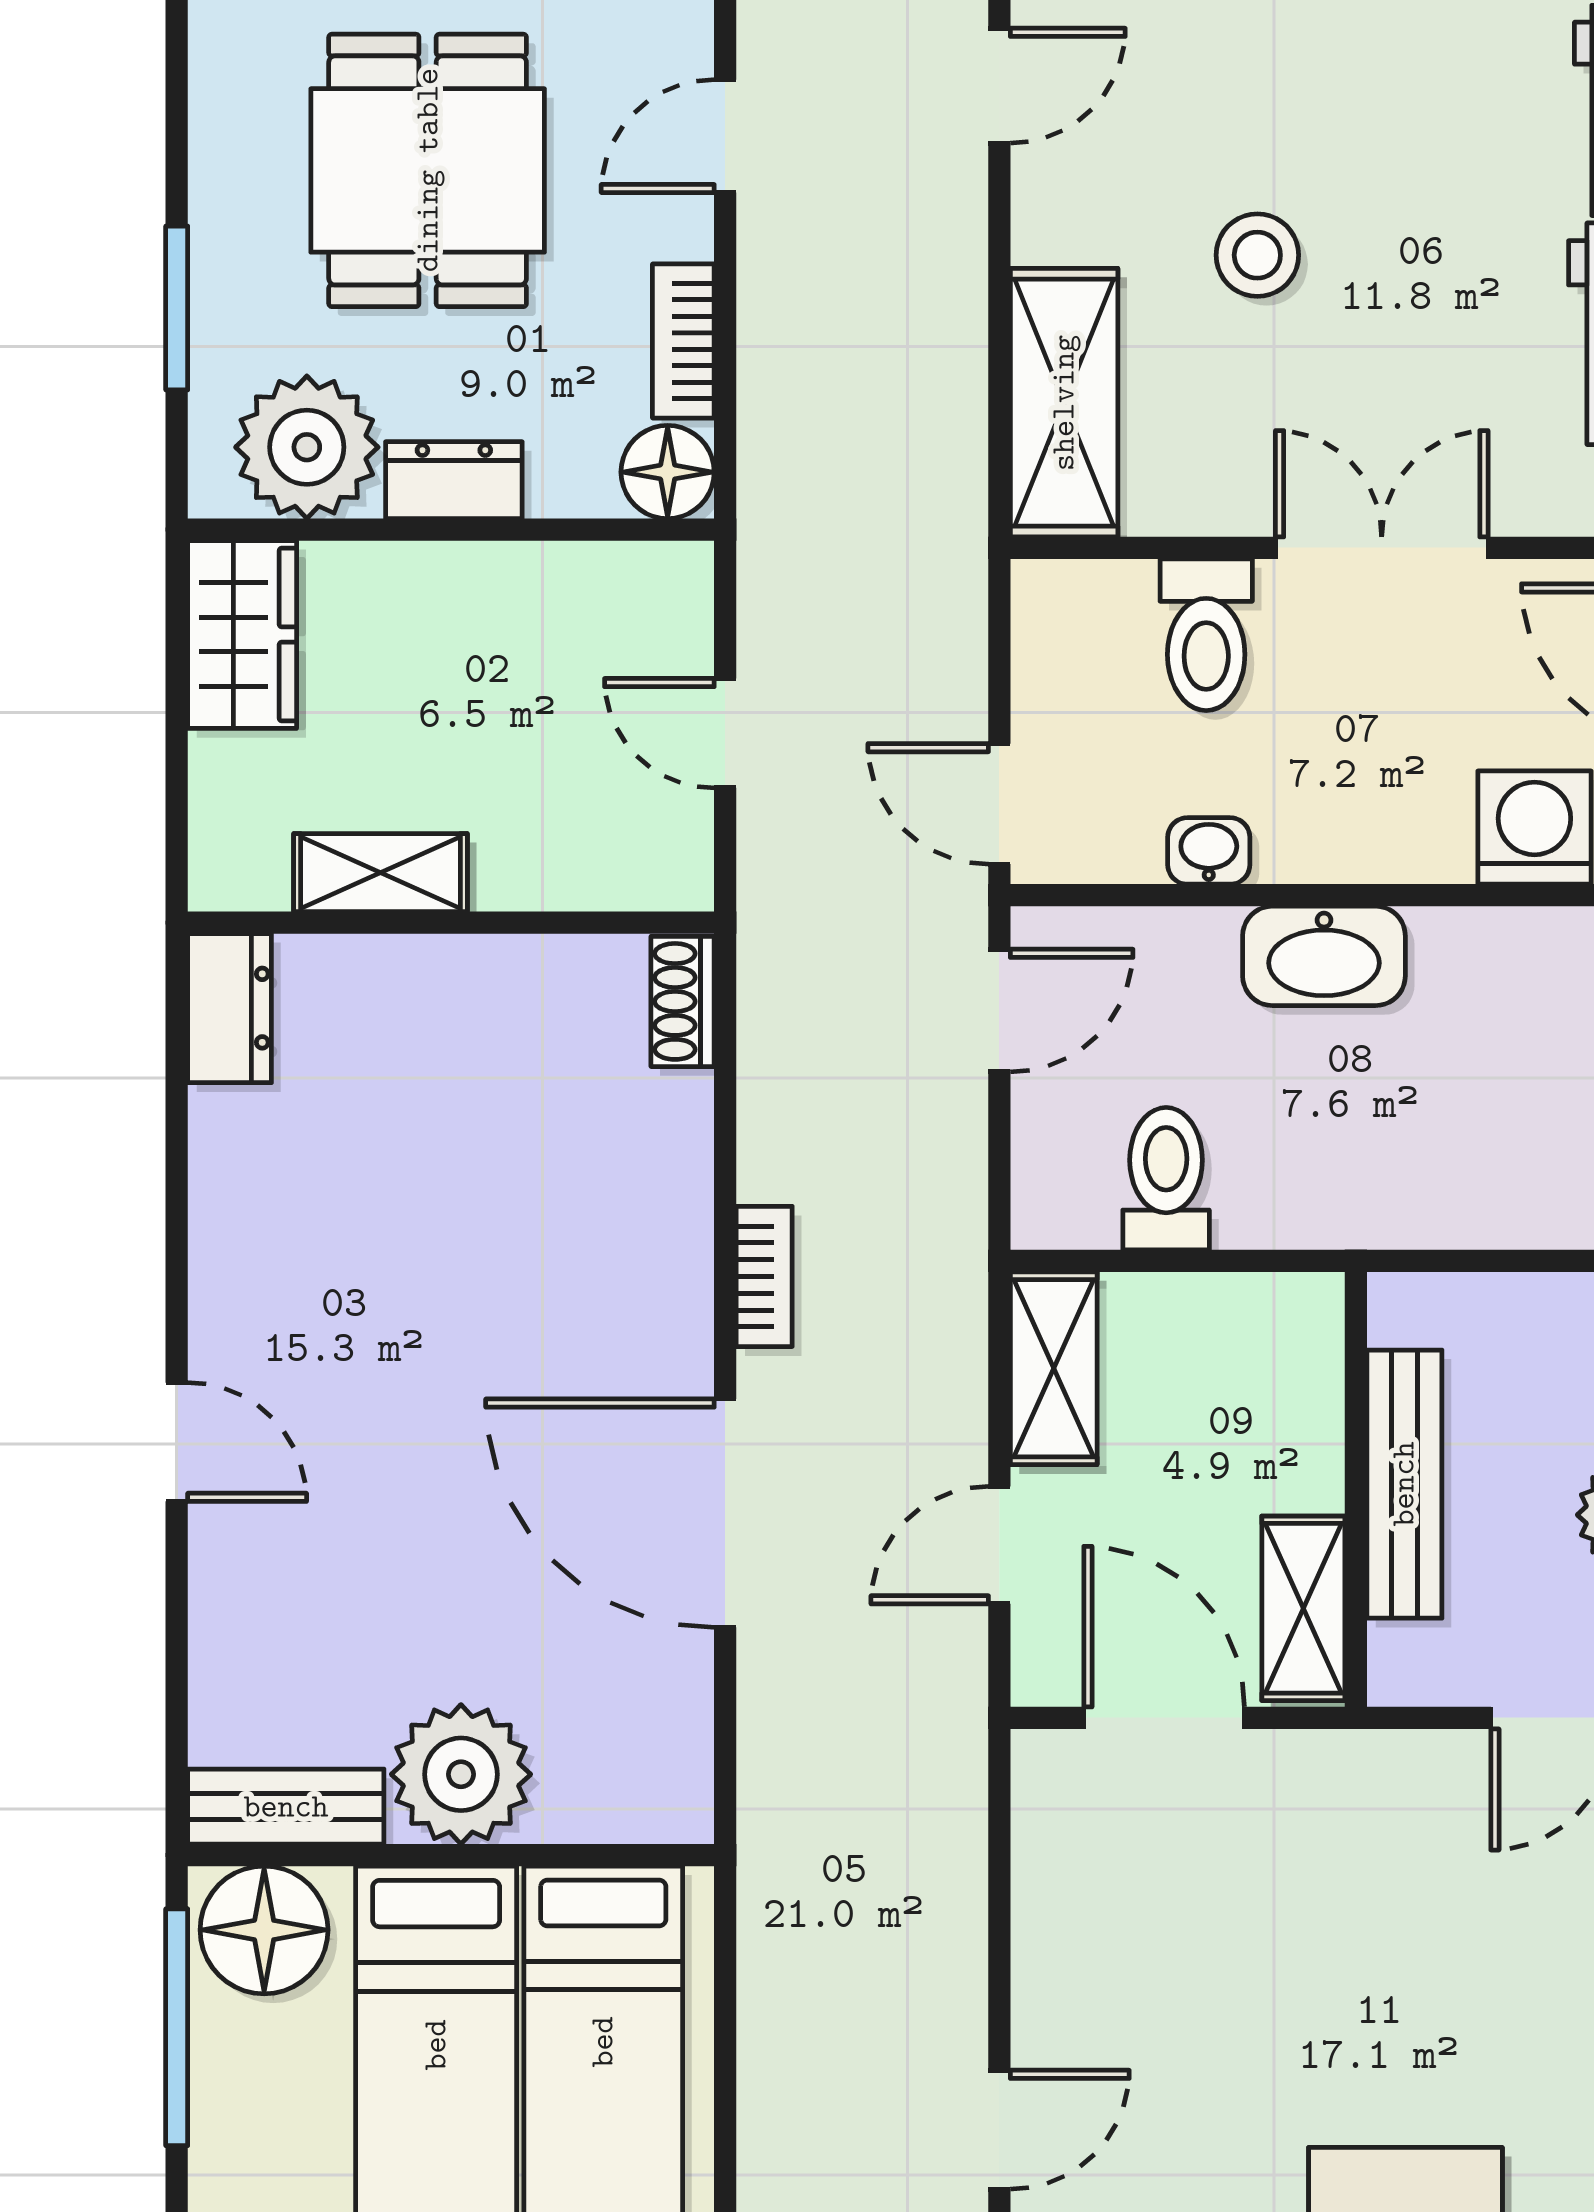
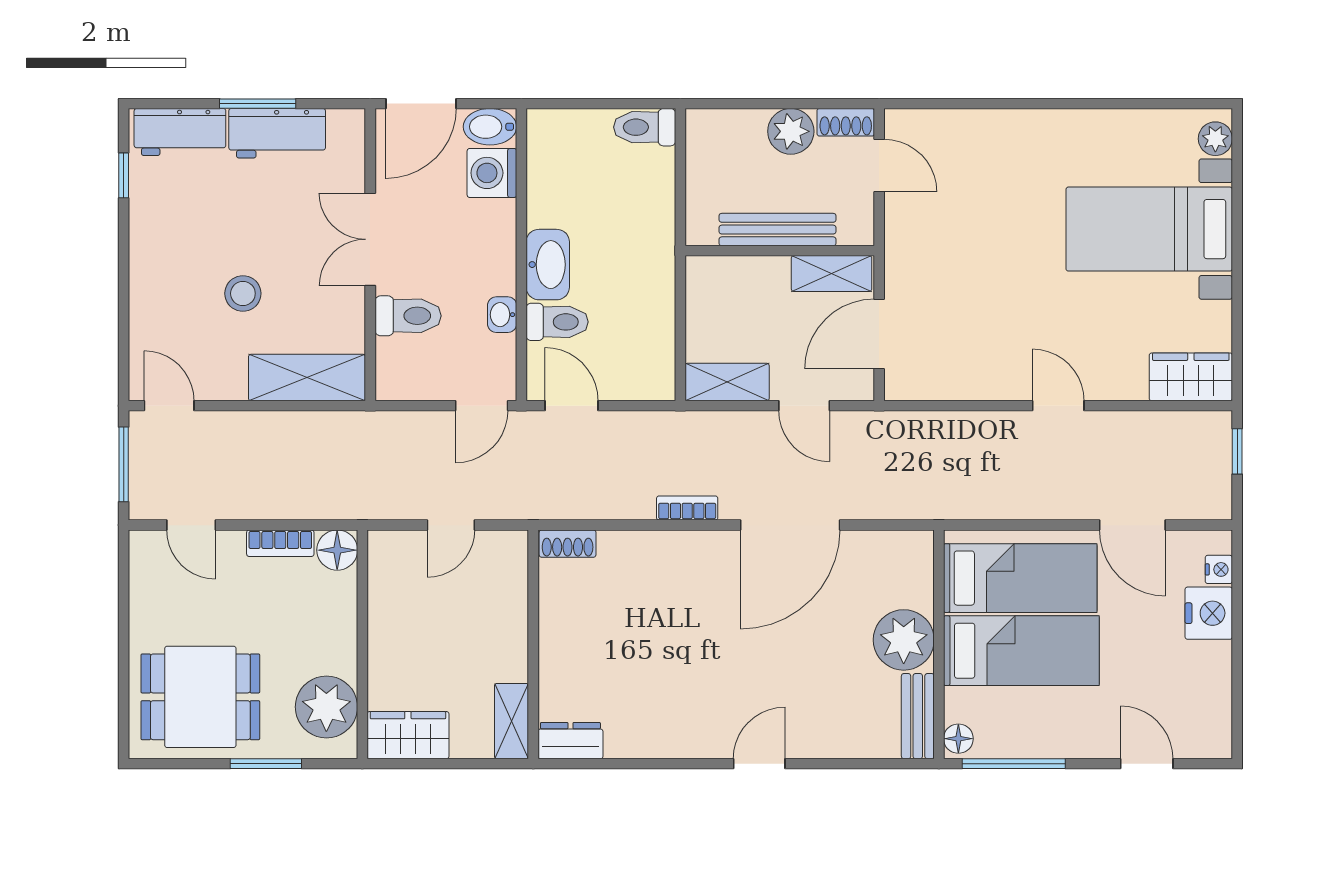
dining table: (428, 170) -> (200, 697), moved
dresser: (454, 480) -> (341, 643), removed
shelving: (380, 873) -> (511, 721), moved
toilet: (1166, 1179) -> (557, 322), moved, turned 180
floor lamp: (264, 1930) -> (958, 739), width x0.53, depth x0.53

